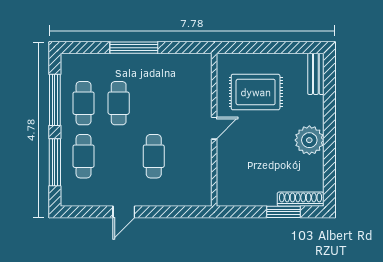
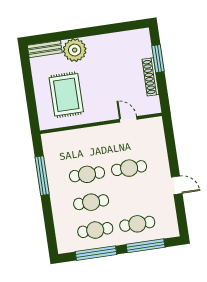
window: (134, 48) -> (42, 176), moved
cafe table: (154, 103) -> (87, 174), added
door: (214, 128) -> (128, 119), moved
plant: (309, 140) -> (75, 50), moved
shoe rack: (301, 199) -> (150, 77), moved

